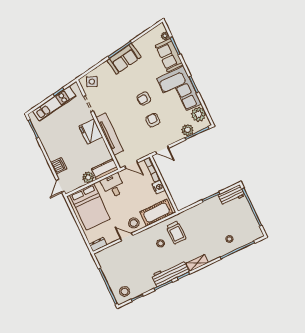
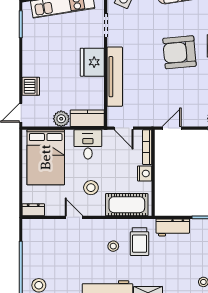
armchair: (144, 99) -> (179, 52), width x1.88, depth x1.88
armchair: (153, 120) -> (178, 85), removed
door: (162, 150) -> (172, 128), swing flipped
workbench: (193, 213) -> (173, 227), added
stool: (134, 223) -> (91, 188), moved

